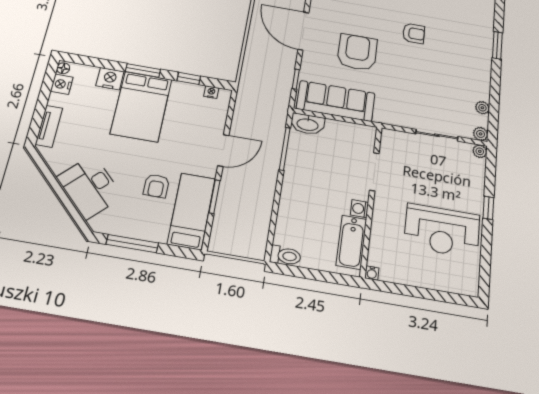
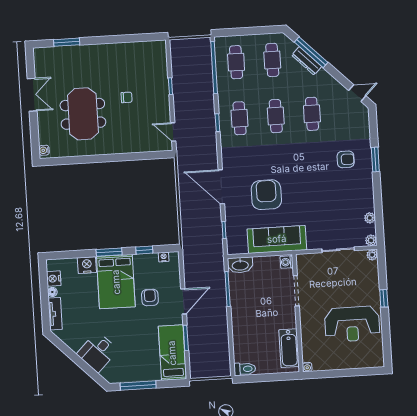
armchair: (414, 33) -> (346, 159), moved
floor lamp: (63, 68) -> (52, 292), moved
sofa: (336, 101) -> (277, 239), moved
armchair: (156, 186) -> (150, 298), moved, turned 180
desk: (90, 187) -> (97, 352), width x0.73
washing machine: (359, 209) -> (287, 262), moved

